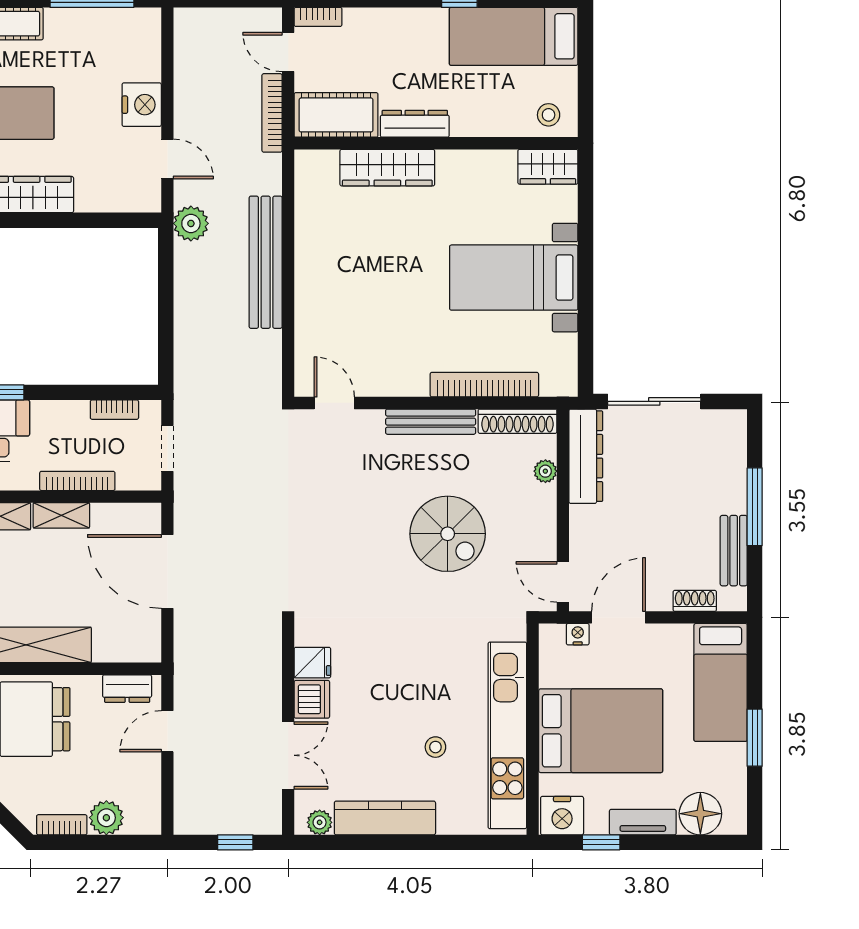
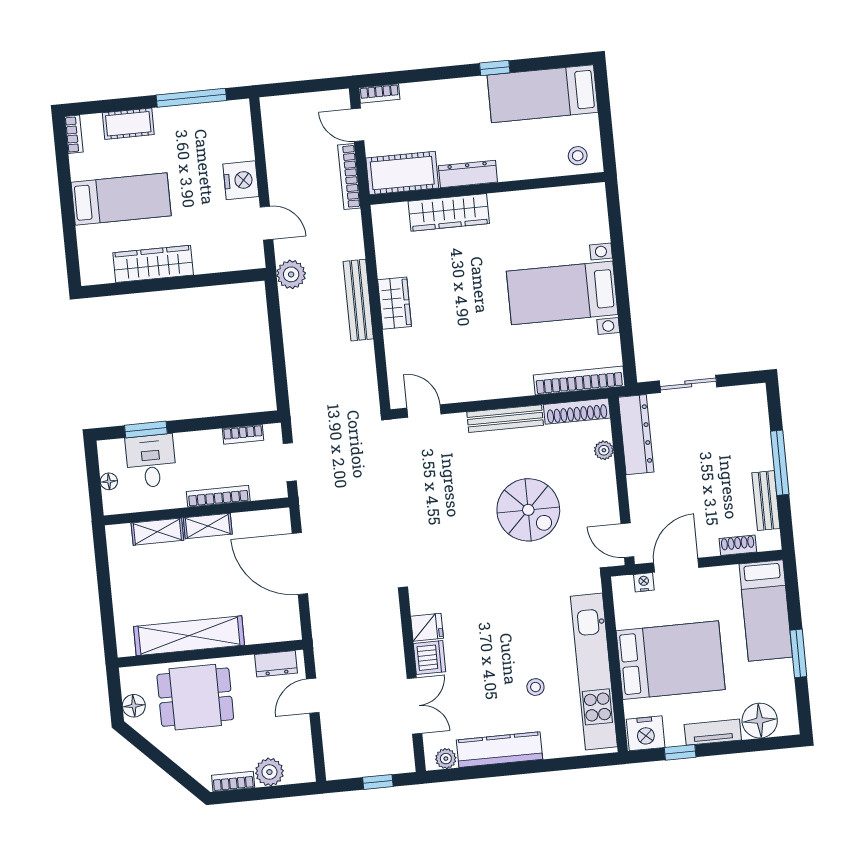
wardrobe: (548, 167) -> (395, 303), moved, turned -90
bench: (266, 262) -> (358, 300), width x0.73, depth x0.82
bookcase: (484, 385) -> (579, 381), moved
sliding door: (654, 401) -> (688, 384), width x0.73

